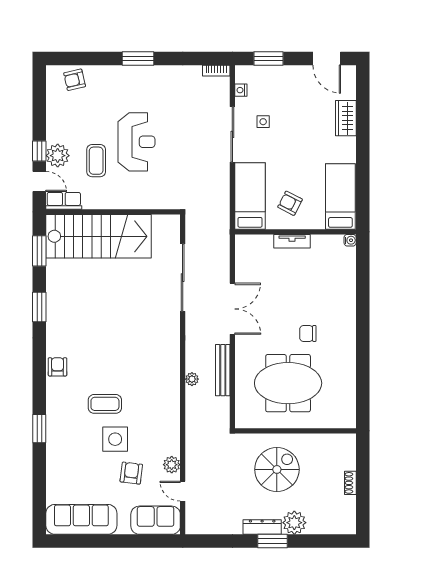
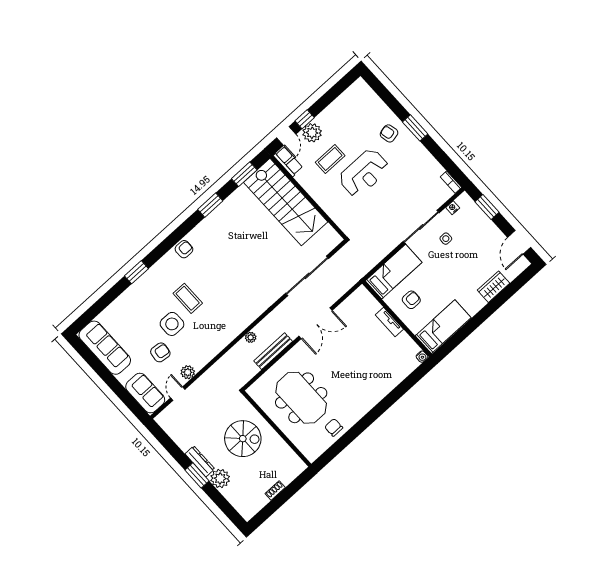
armchair: (75, 80) -> (389, 133), moved
armchair: (290, 203) -> (411, 300), turned 63
chair: (308, 333) -> (334, 427), moved

